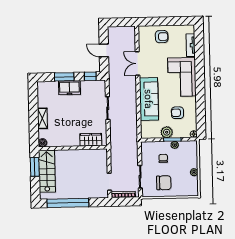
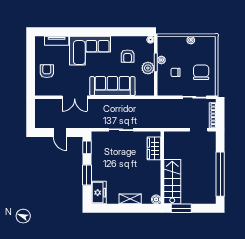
door: (104, 50) -> (60, 132), hinge flipped
freezer: (69, 88) -> (99, 193), moved
stairs: (47, 171) -> (172, 182), moved, turned 90

